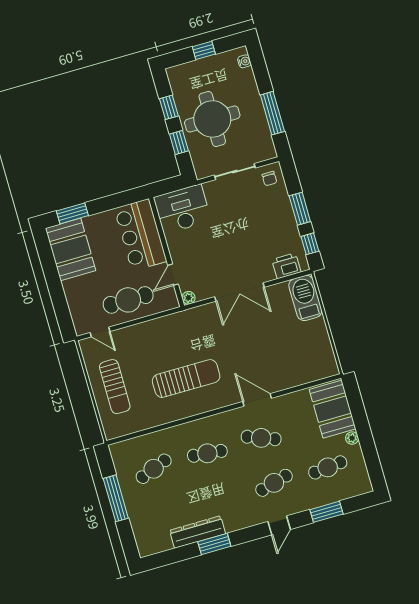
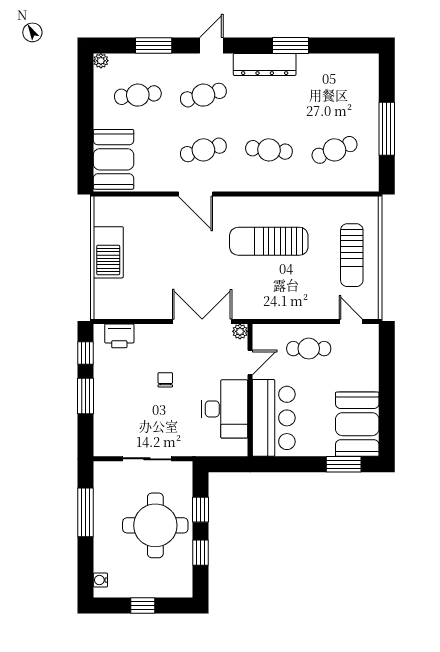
chair: (269, 179) -> (165, 380), moved
desk: (182, 209) -> (225, 409), moved, turned -90
double door: (239, 292) -> (202, 322), moved
barbecue: (305, 298) -> (108, 252), moved
cafe table: (128, 300) -> (309, 349), width x0.73, depth x0.74
sun lounger: (115, 387) -> (352, 255), turned 180
cafe table: (261, 438) -> (203, 150), turned -36
plant: (352, 438) -> (101, 61), moved
dresser: (198, 532) -> (265, 64), moved

